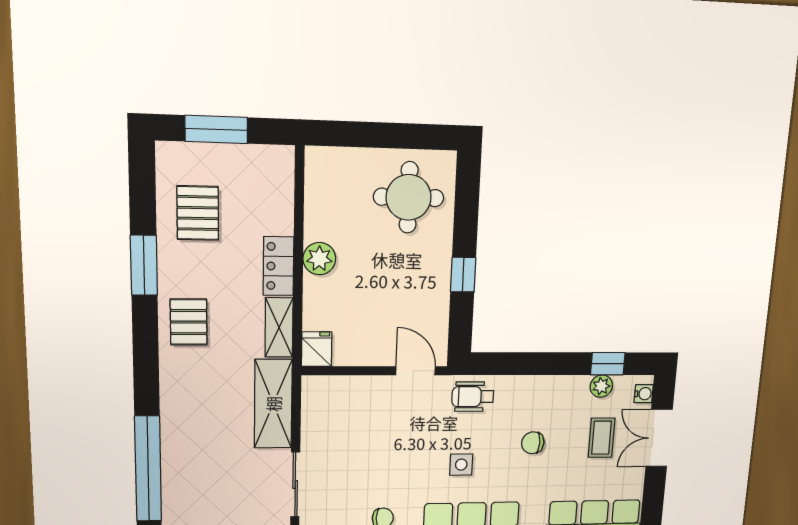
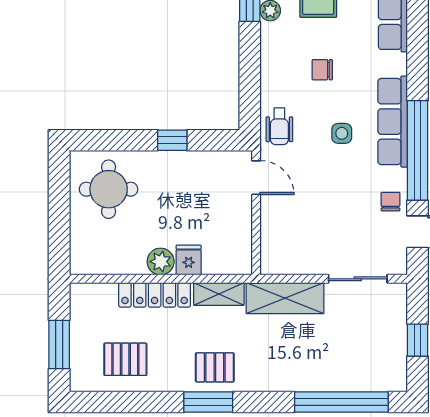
window: (144, 265) -> (208, 402), moved
locker: (278, 266) -> (155, 295), width x1.53
fridge: (317, 349) -> (189, 260), moved, turned 90
door: (416, 371) -> (256, 178), swing flipped
chair: (533, 443) -> (322, 70), turned 89

